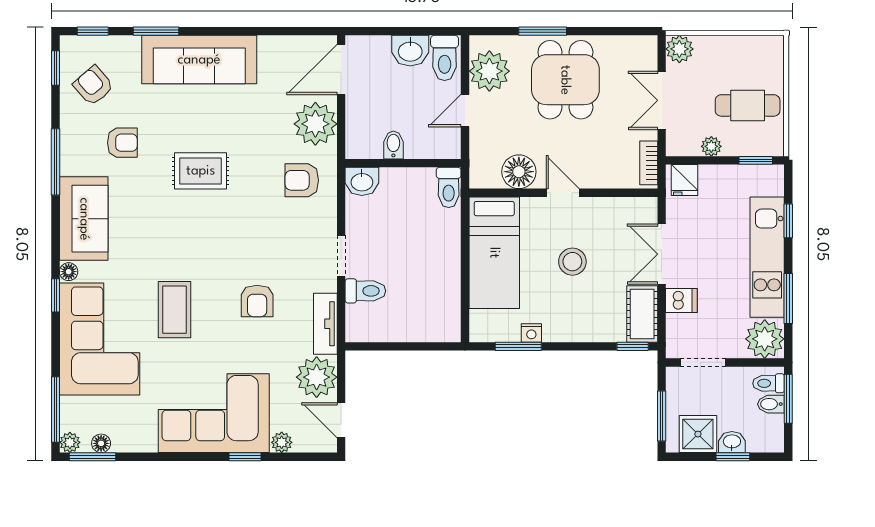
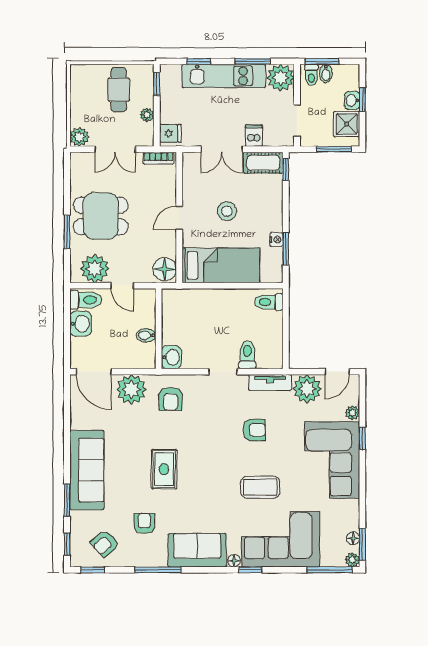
floor lamp: (519, 172) -> (165, 269), moved
toilet: (449, 187) -> (269, 302), moved, turned 180

